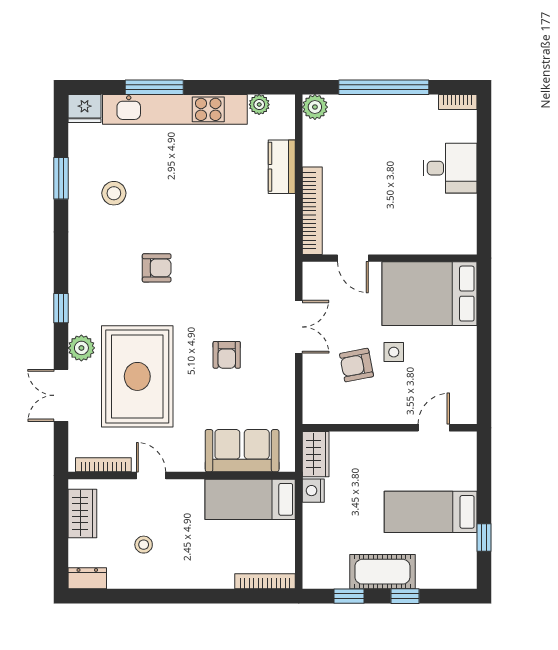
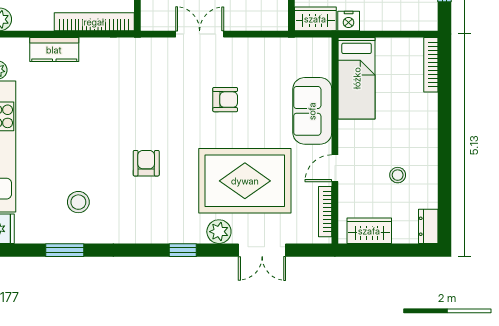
sofa: (242, 451) -> (312, 111), moved

